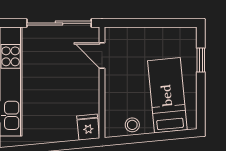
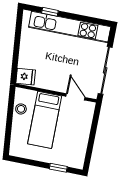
door: (102, 56) -> (75, 97), hinge flipped
bed: (167, 95) -> (45, 120), moved, turned 95

